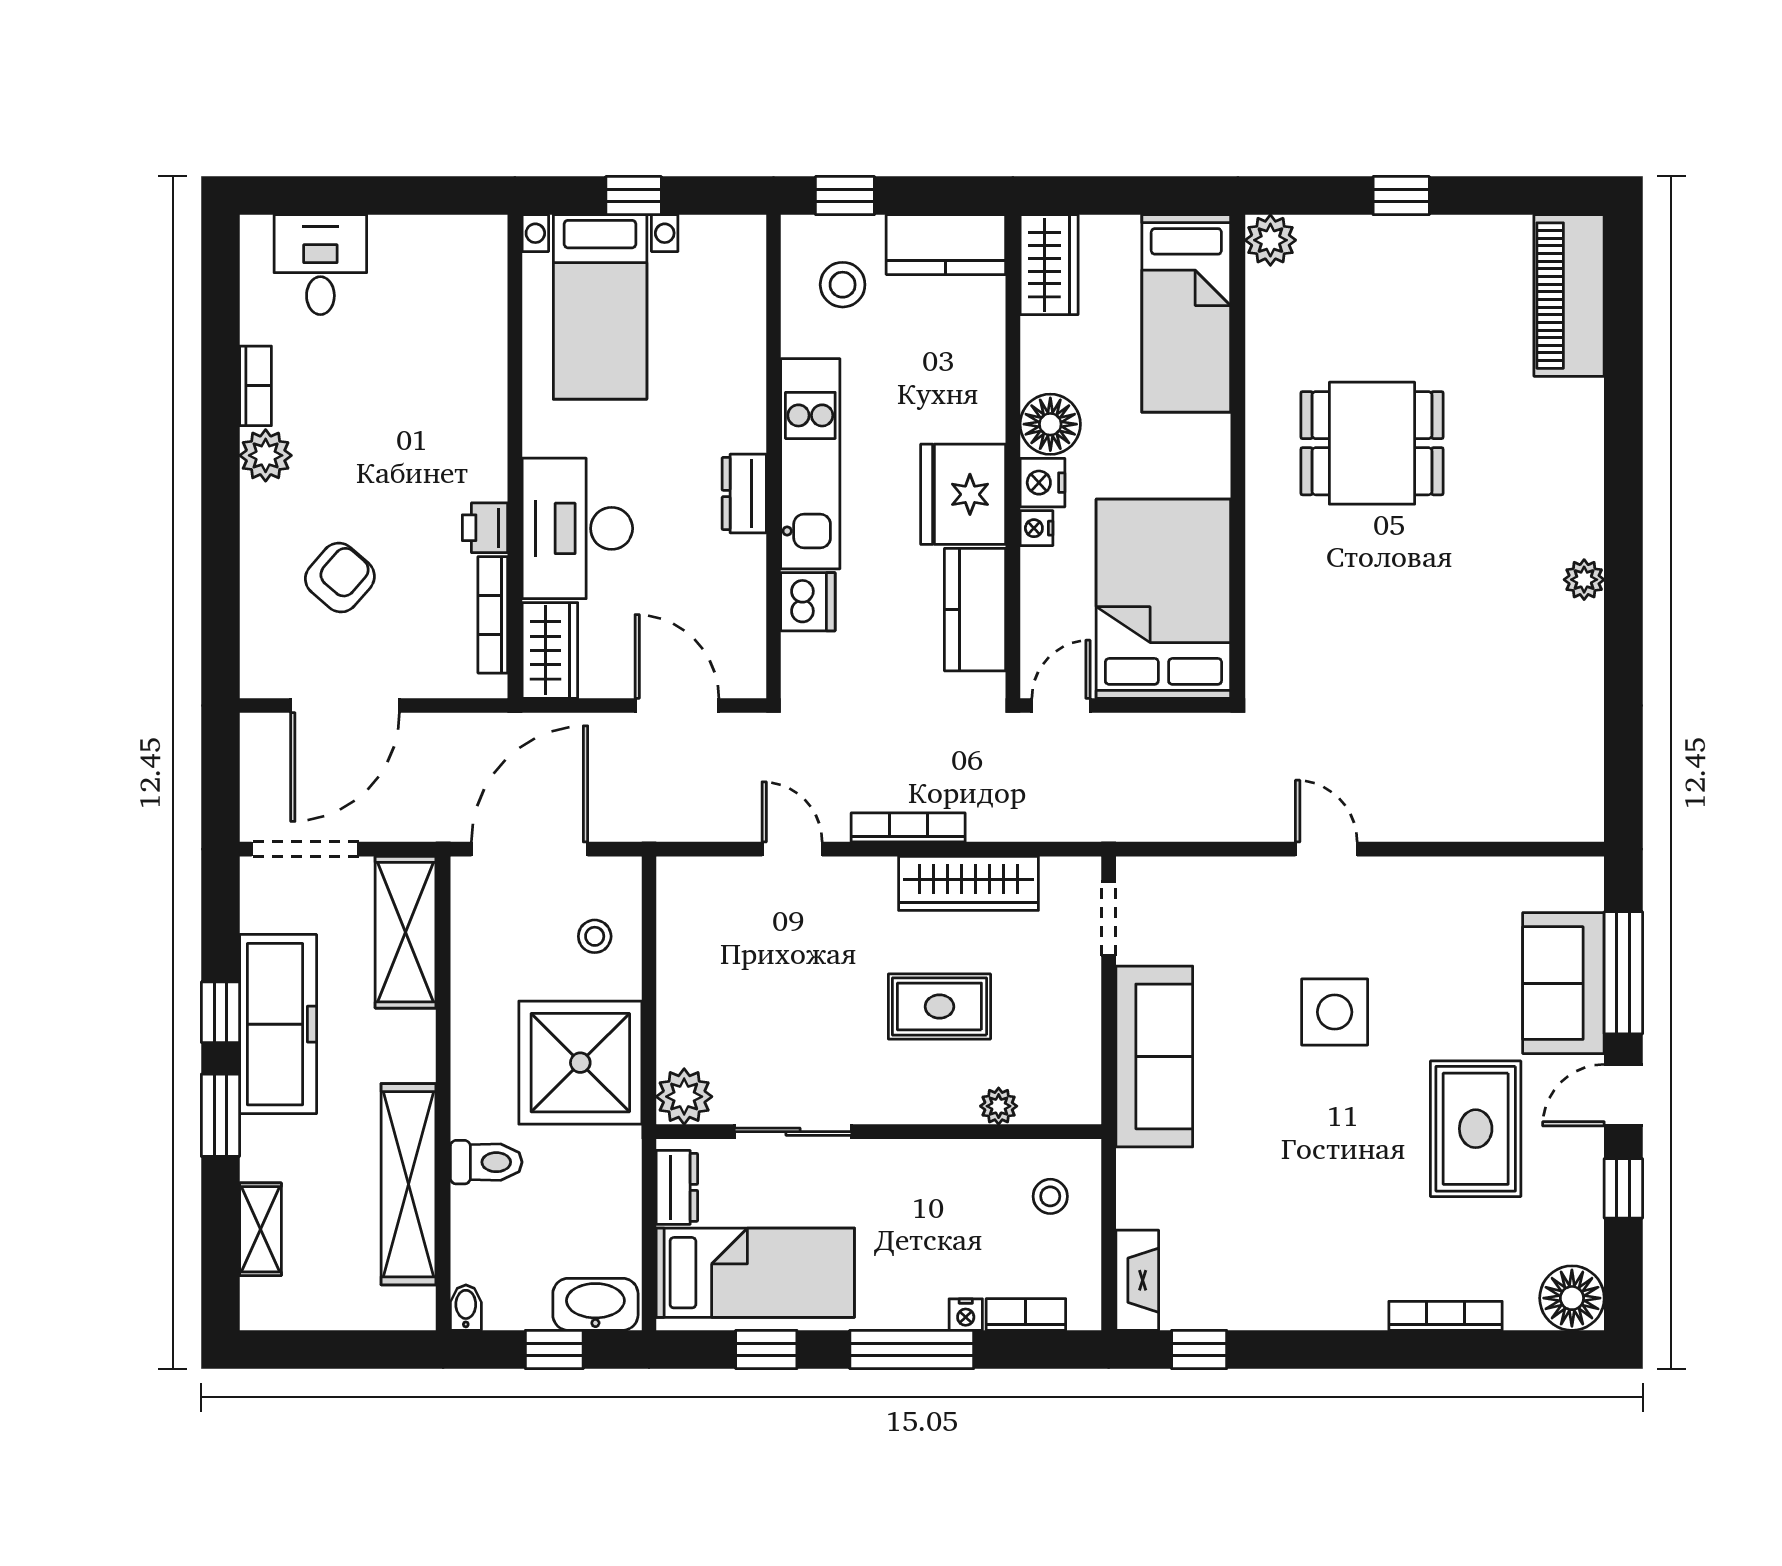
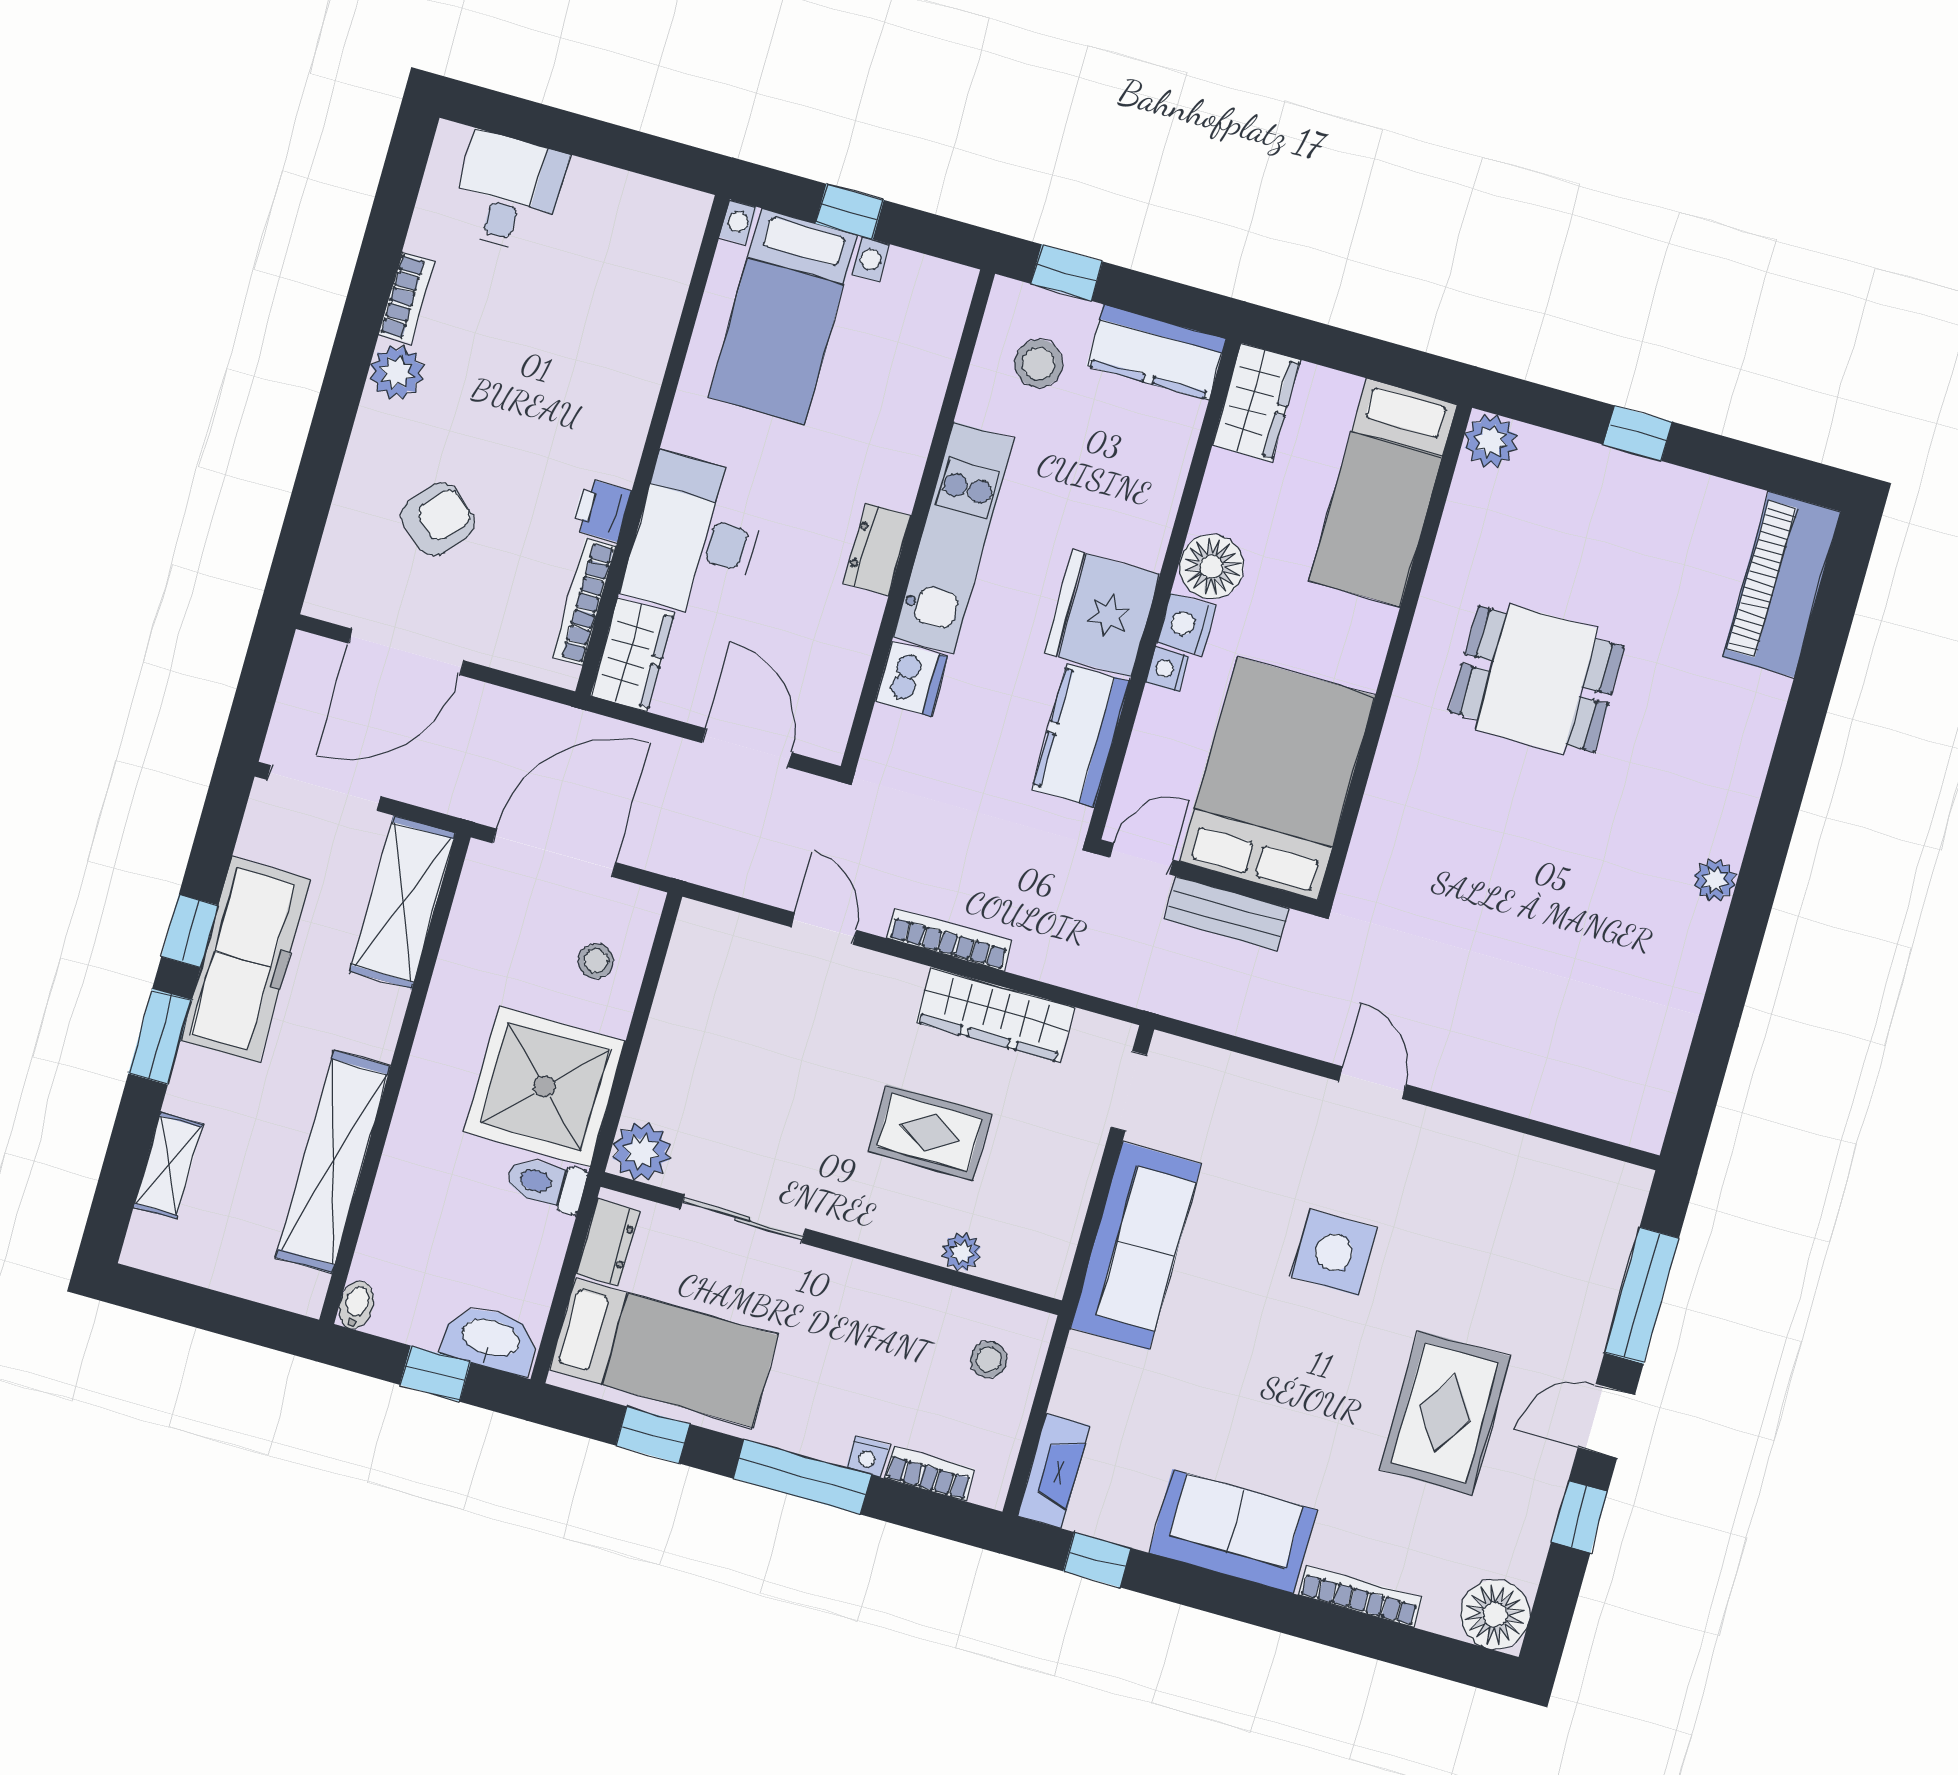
bench: (1152, 734) -> (1227, 914), added
sofa: (1563, 983) -> (1233, 1531), moved, turned 90
toilet: (486, 1162) -> (546, 1183), moved, turned 180

